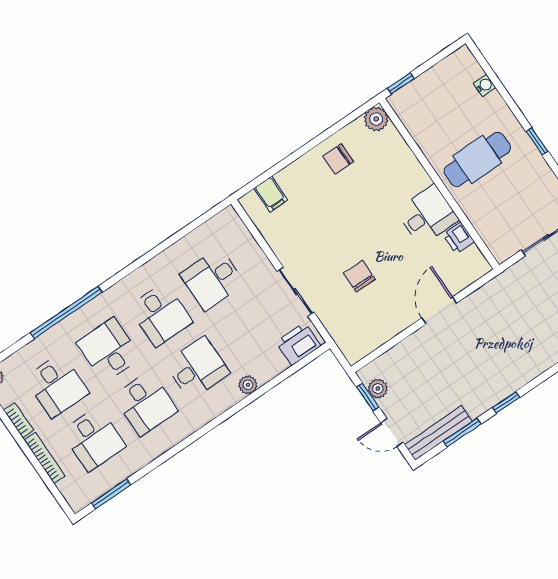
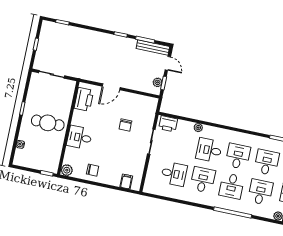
desk: (427, 215) -> (79, 137), moved
printer: (459, 238) -> (84, 99), width x1.87, depth x1.48

